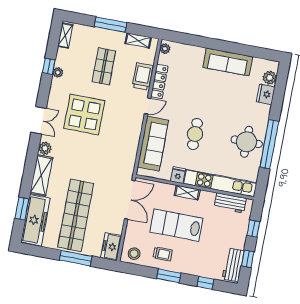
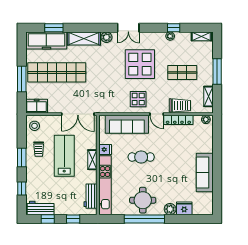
plant: (270, 78) -> (170, 209), moved
display table: (126, 124) -> (138, 99), added

